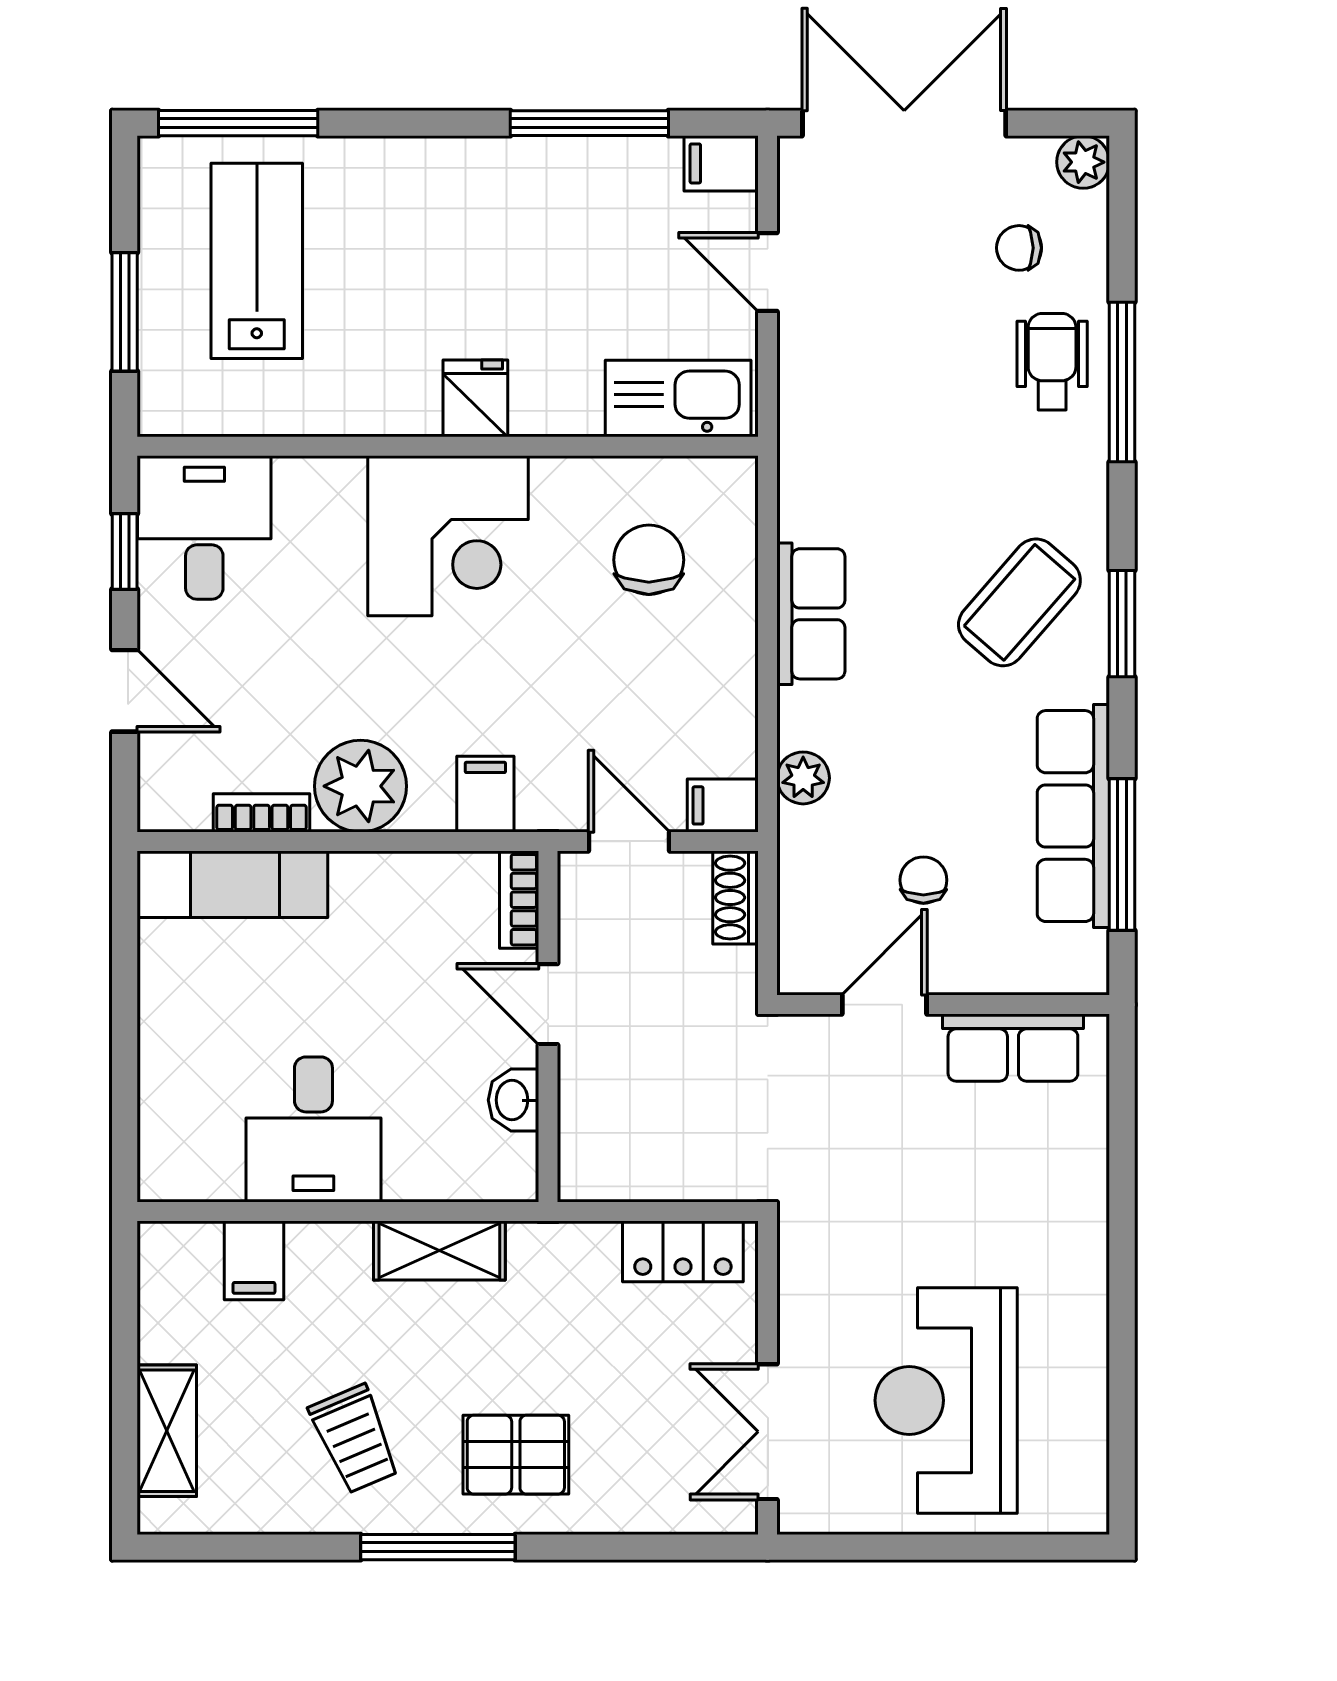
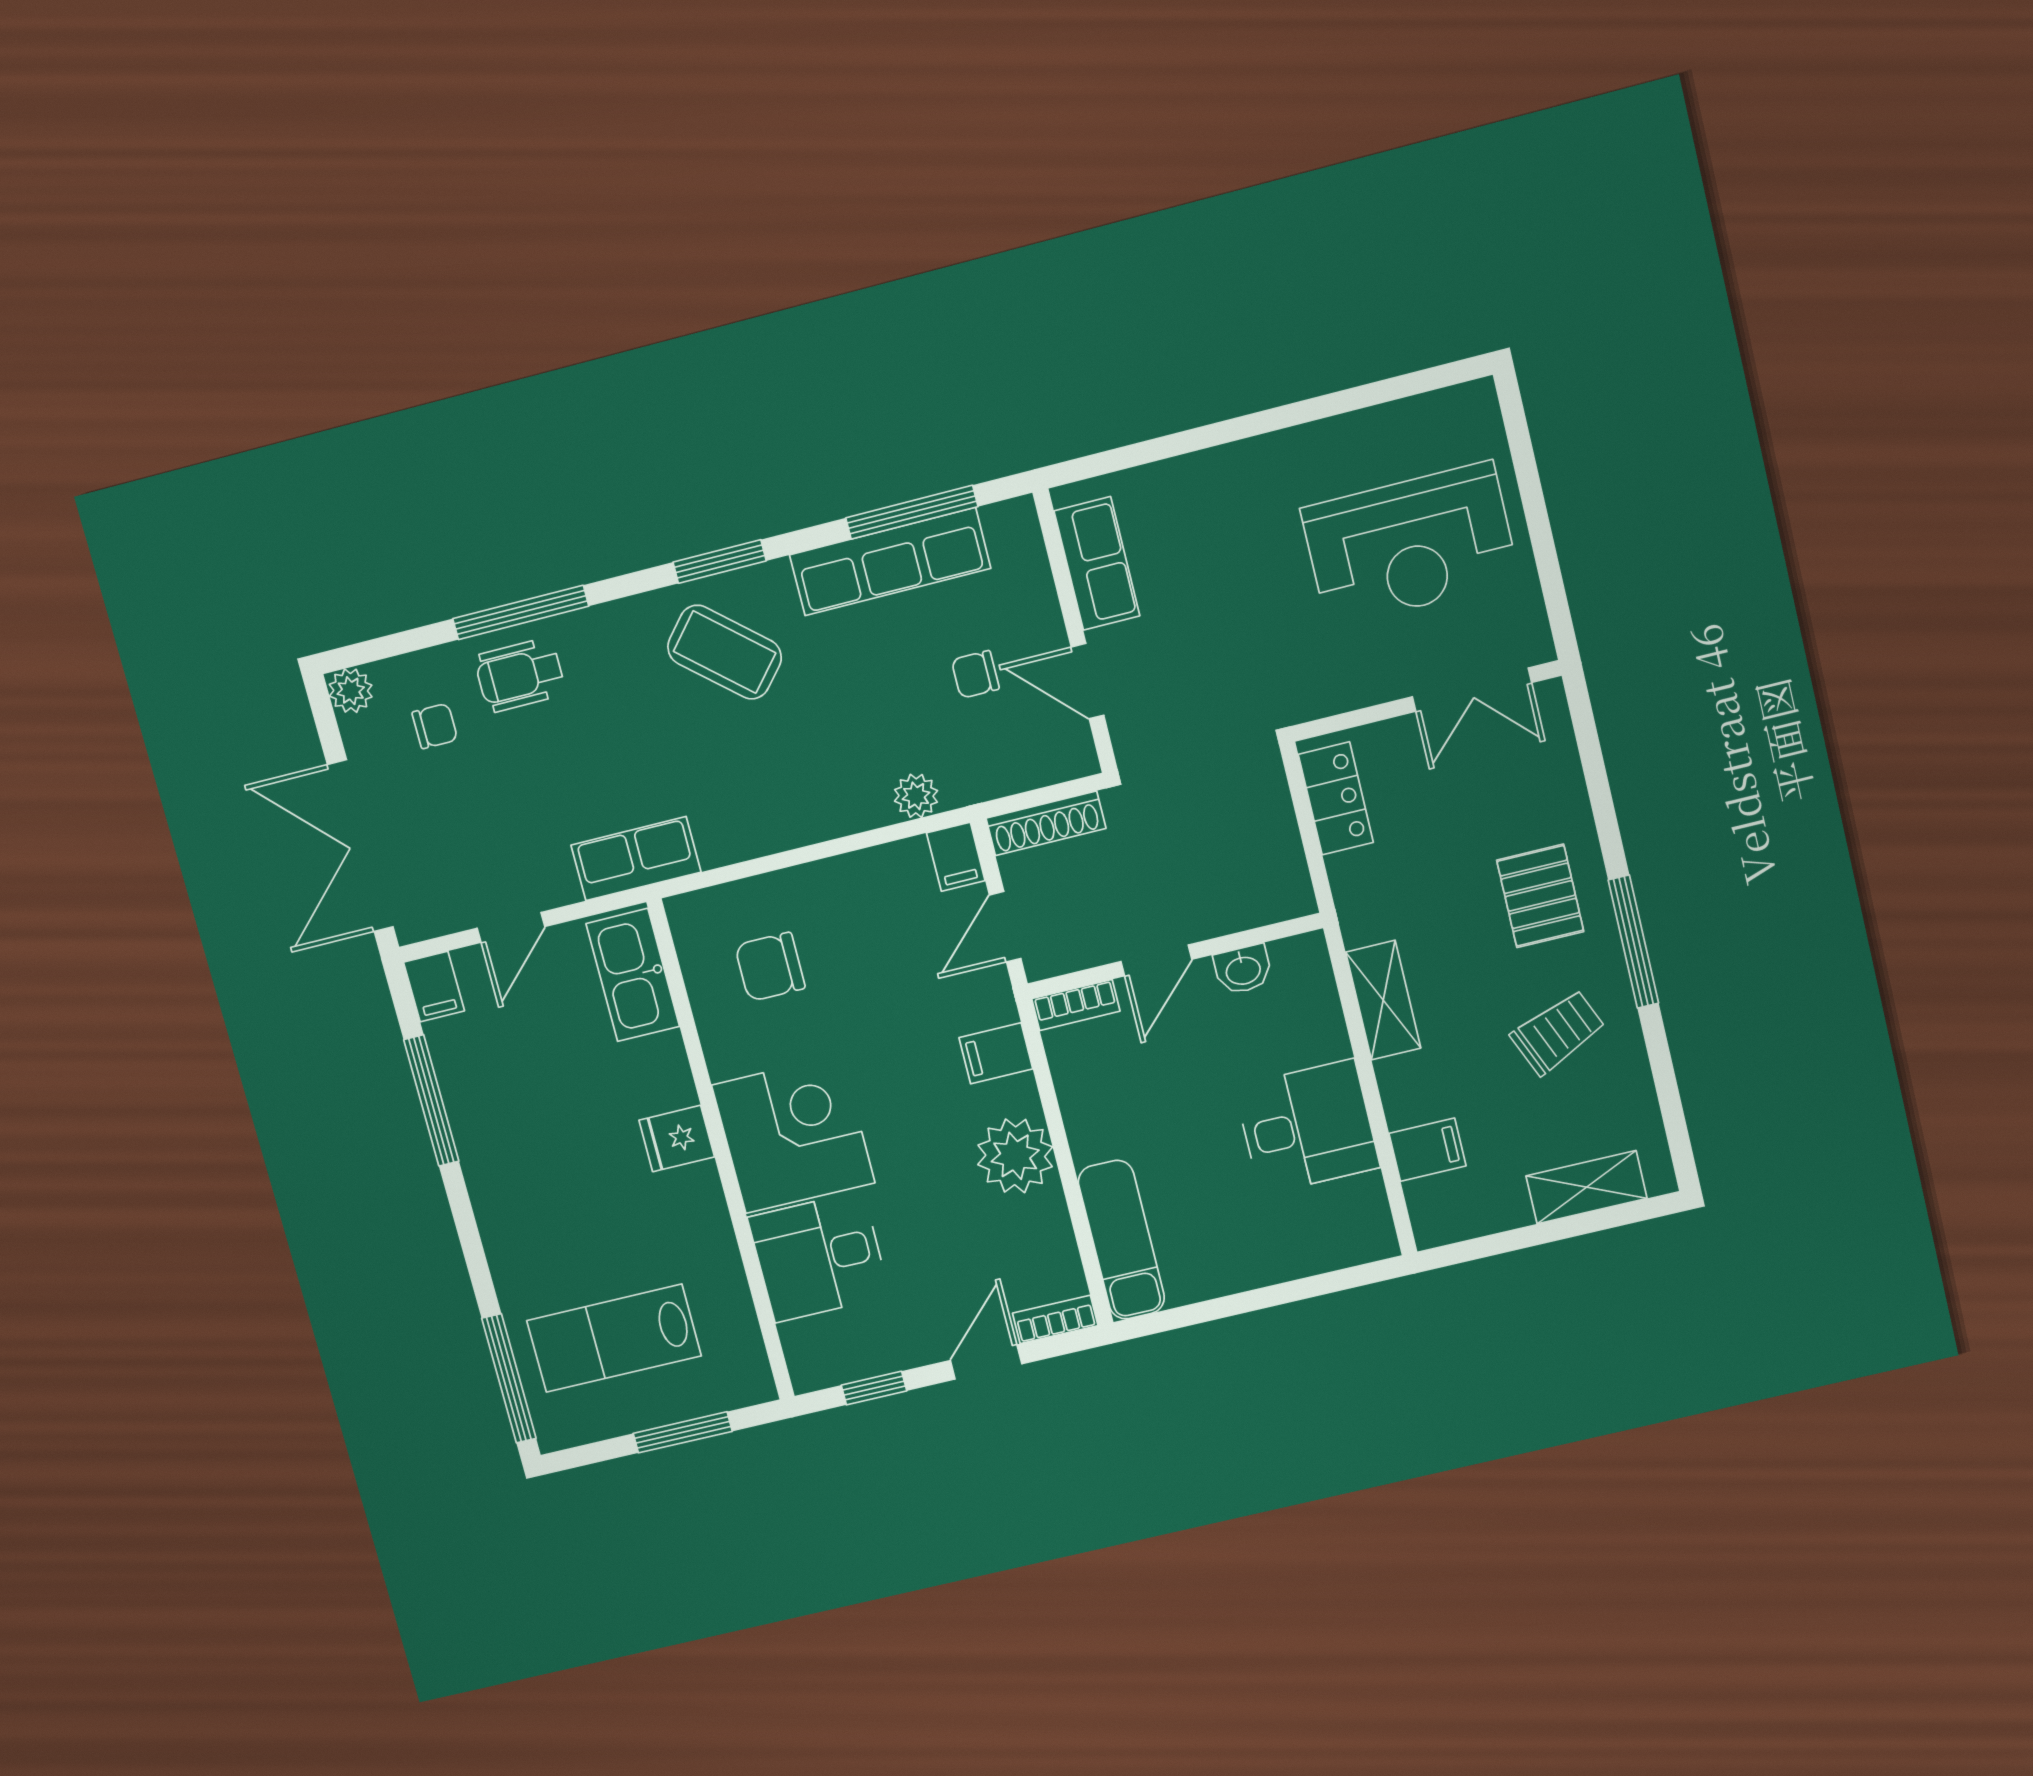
chair: (1019, 248) -> (435, 726), turned -90
desk: (204, 527) -> (819, 1257), moved
row of seats: (811, 614) -> (636, 859), moved
bookcase: (262, 813) -> (1055, 1319), moved, turned 90
shoe rack: (736, 898) -> (1046, 823), width x1.43

